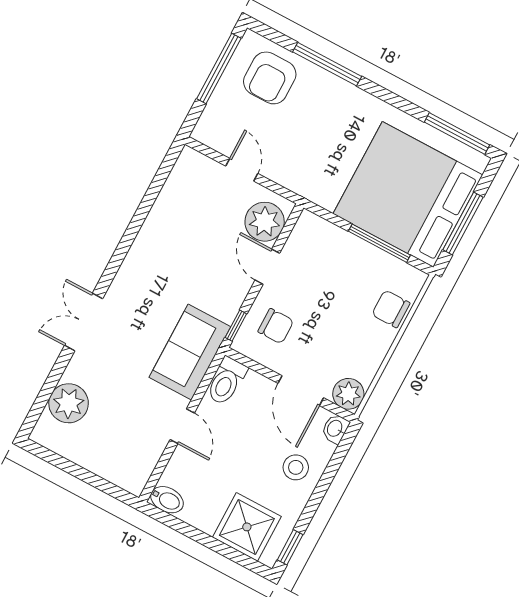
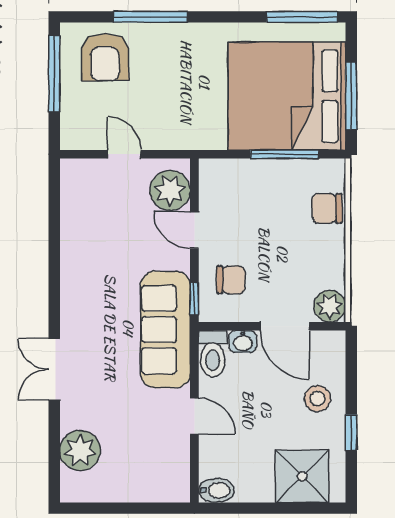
sofa: (190, 352) -> (165, 330), width x1.36
washbasin: (335, 429) -> (243, 342), moved, turned -90
window: (290, 547) -> (351, 433), moved

